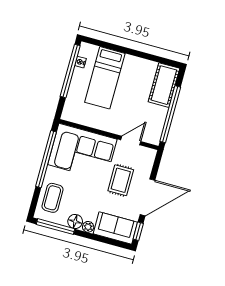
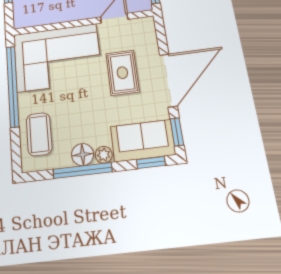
window: (56, 227) -> (82, 171), moved
window: (115, 243) -> (151, 162), added

